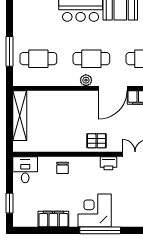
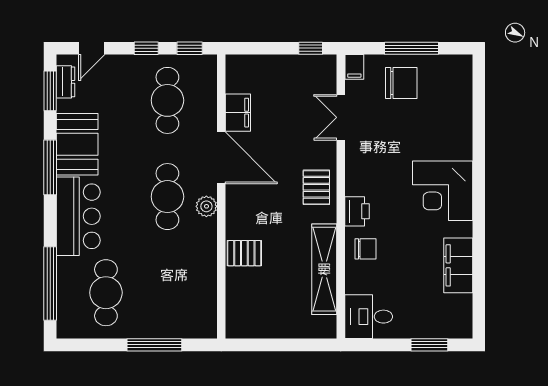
cafe table: (38, 59) -> (106, 293), moved
pallet: (60, 101) -> (244, 253), added
shelving: (20, 116) -> (324, 269), moved, turned 90
printer: (108, 163) -> (357, 211), moved
window: (100, 230) -> (479, 181), removed

